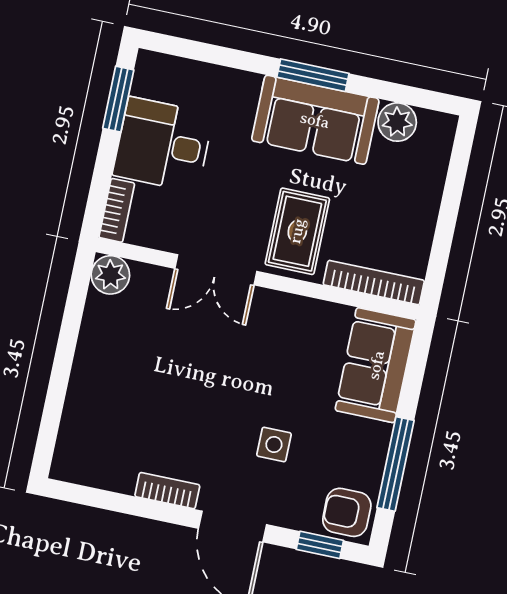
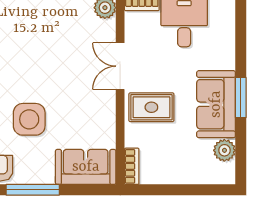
bookcase: (374, 283) -> (132, 166), width x0.64
side table: (274, 445) -> (29, 119), width x1.87, depth x1.87

